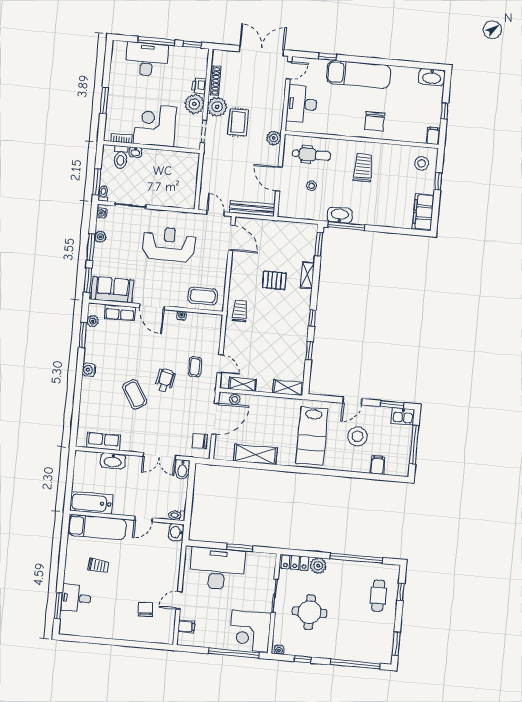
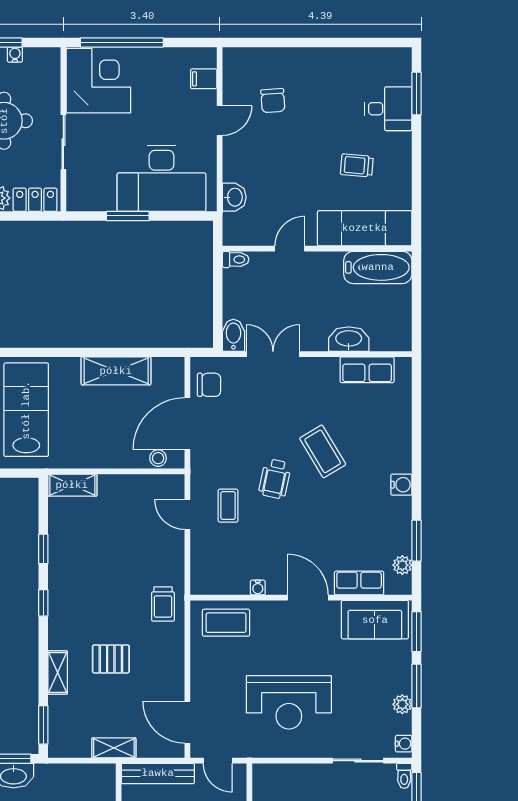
shelving: (242, 384) -> (114, 748), moved
washbasin: (176, 532) -> (234, 197), moved
water cooler: (279, 650) -> (15, 55), moved

